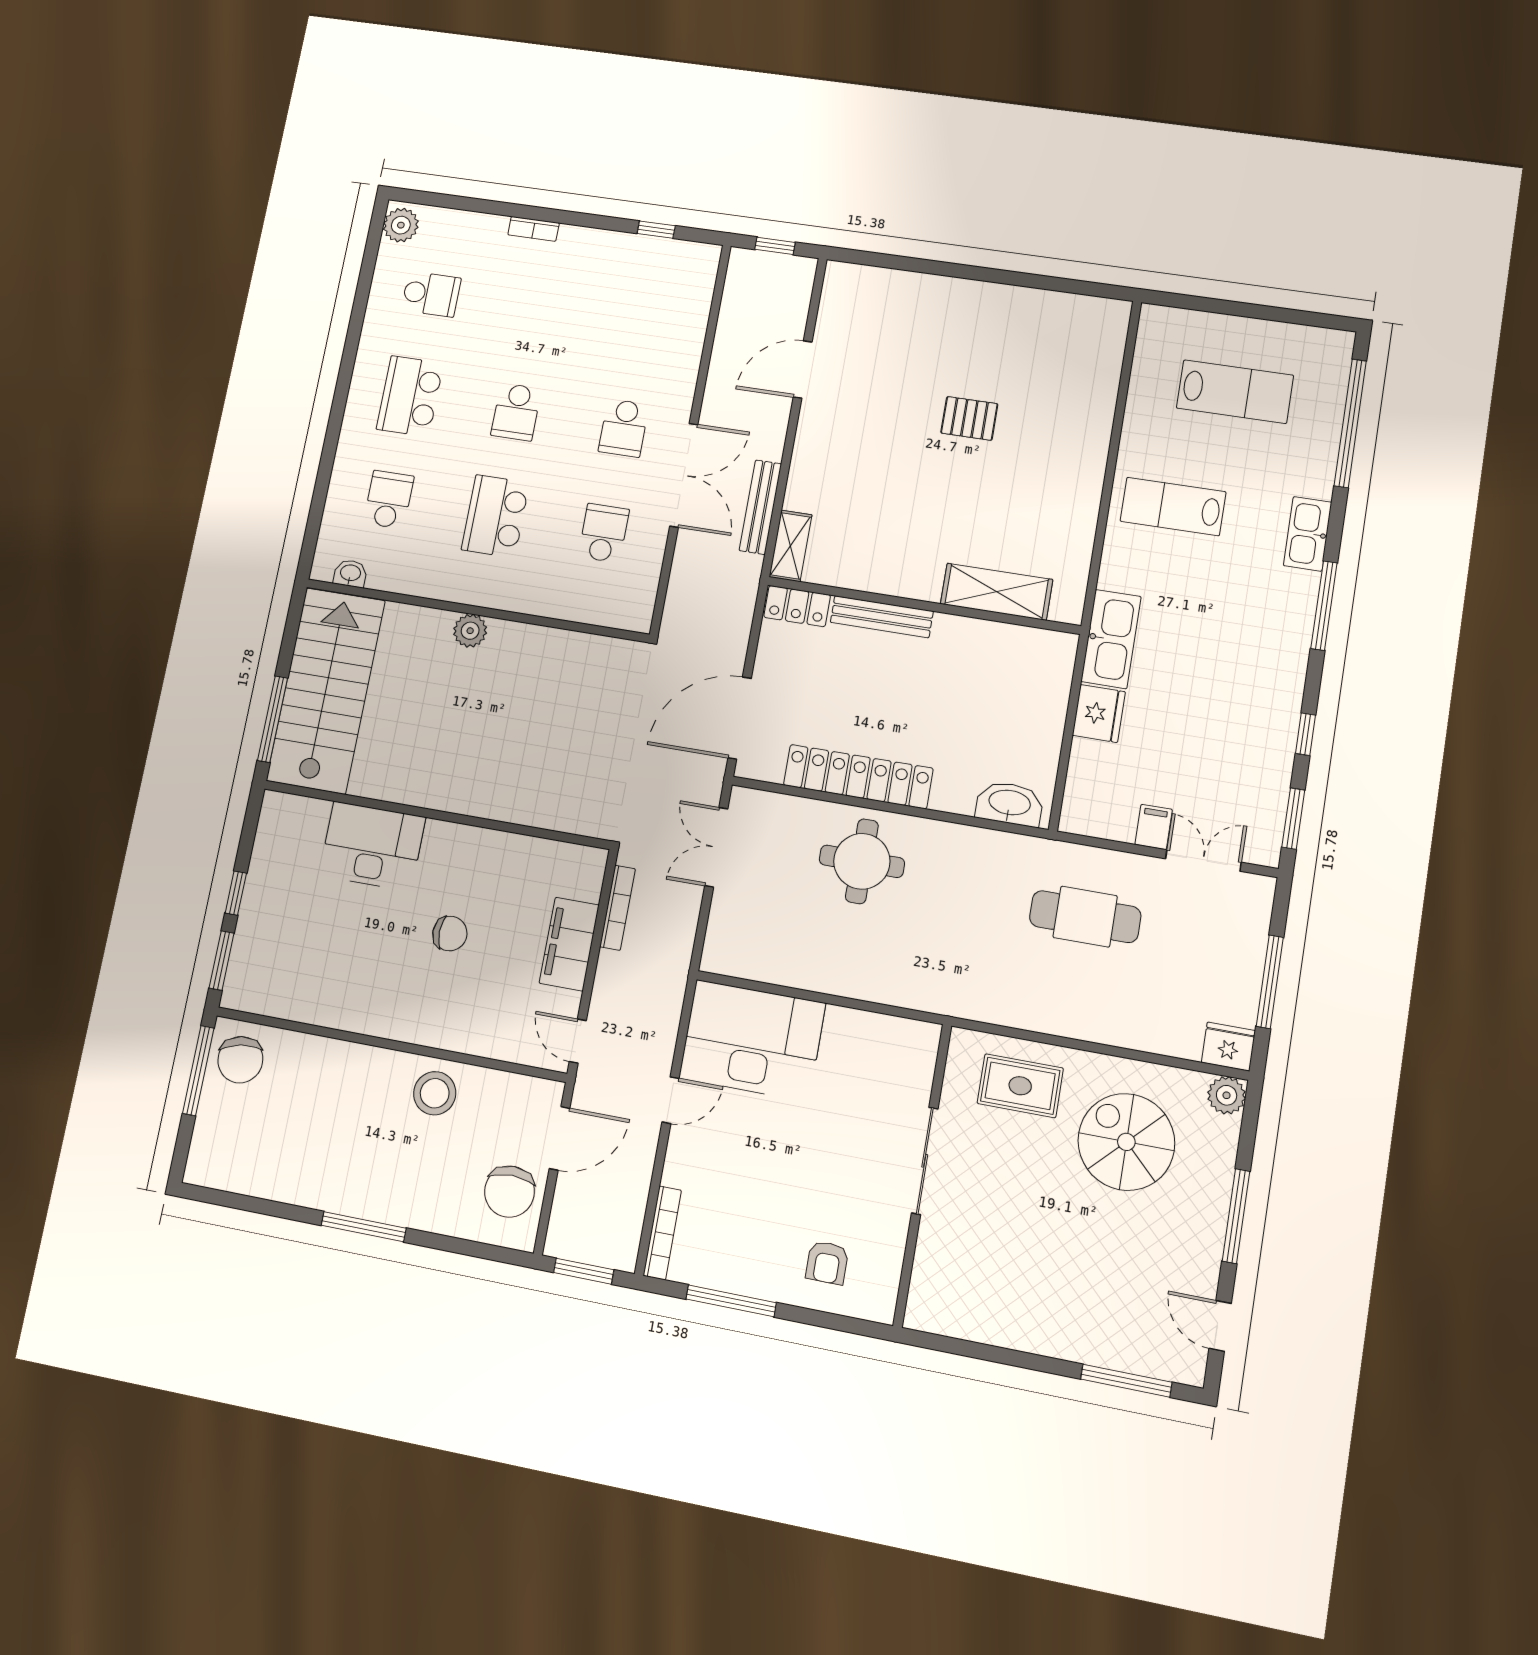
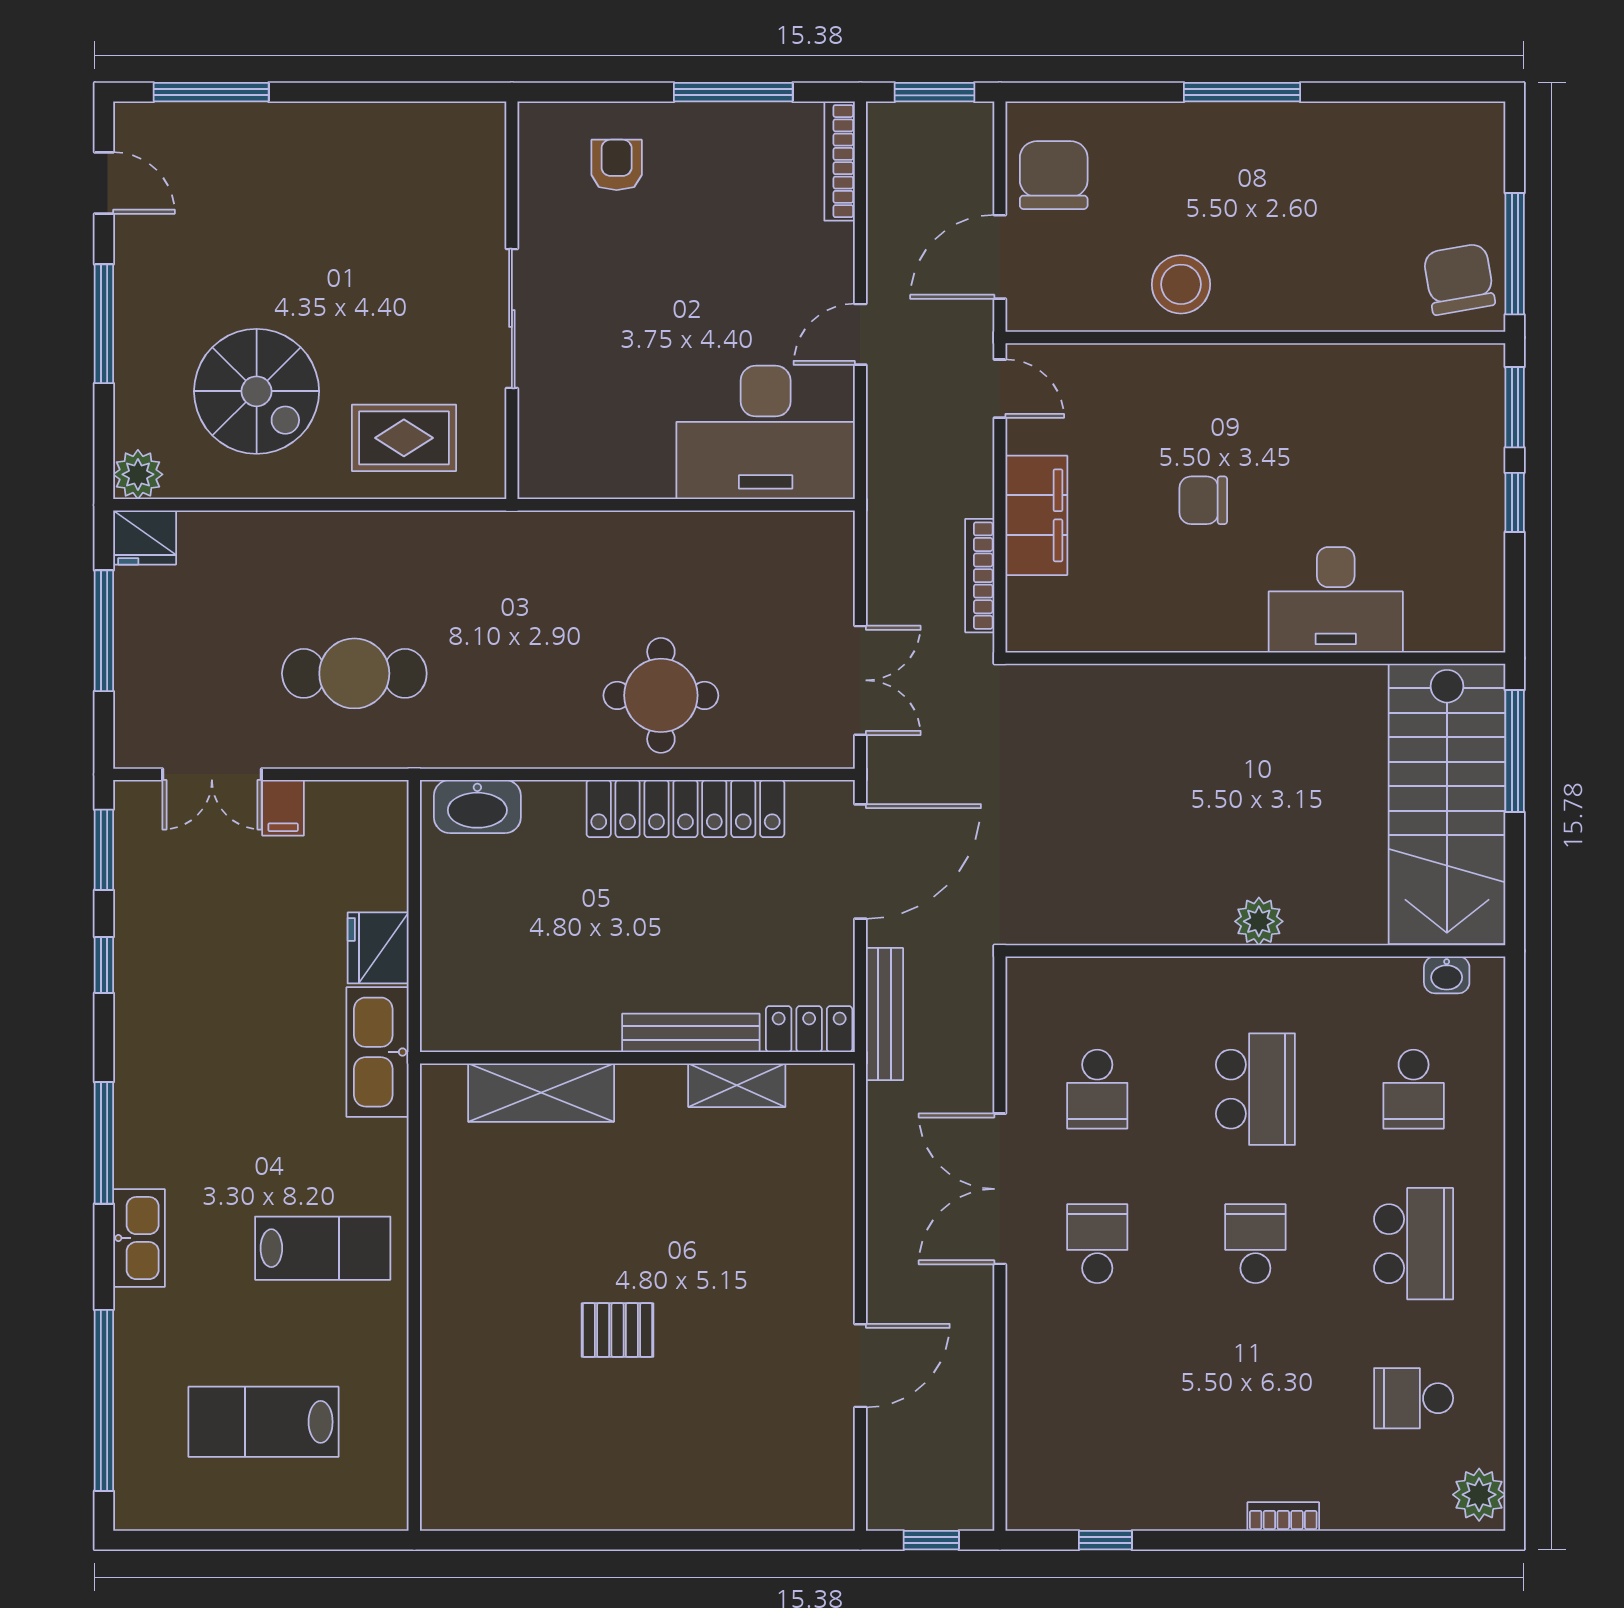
bench: (760, 507) -> (885, 1014), moved
shelving: (791, 546) -> (737, 1085), moved, turned 90

